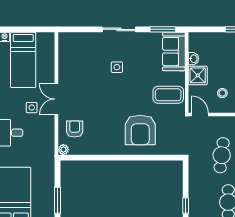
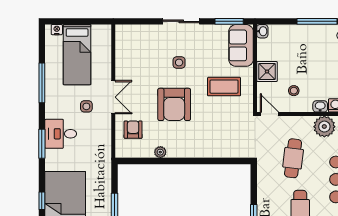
washbasin: (193, 59) -> (262, 31), moved
coffee table: (168, 95) -> (224, 87), moved
double door: (56, 99) -> (113, 97), swing flipped
armchair: (140, 130) -> (174, 104), moved
plant: (63, 150) -> (160, 152), moved

